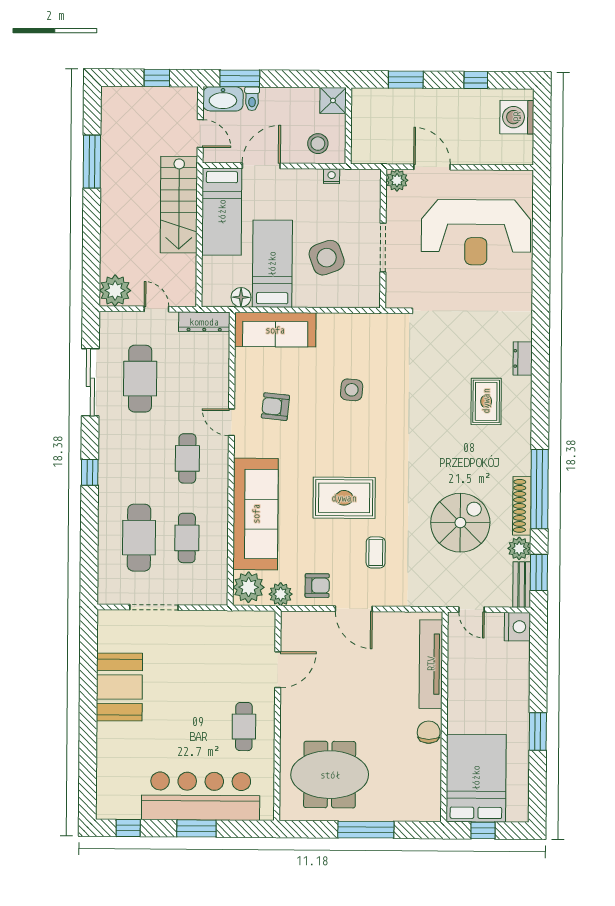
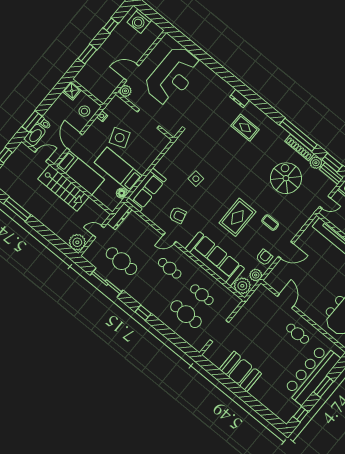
side table: (327, 258) -> (120, 138), moved
armchair: (275, 407) -> (178, 215), turned -111

